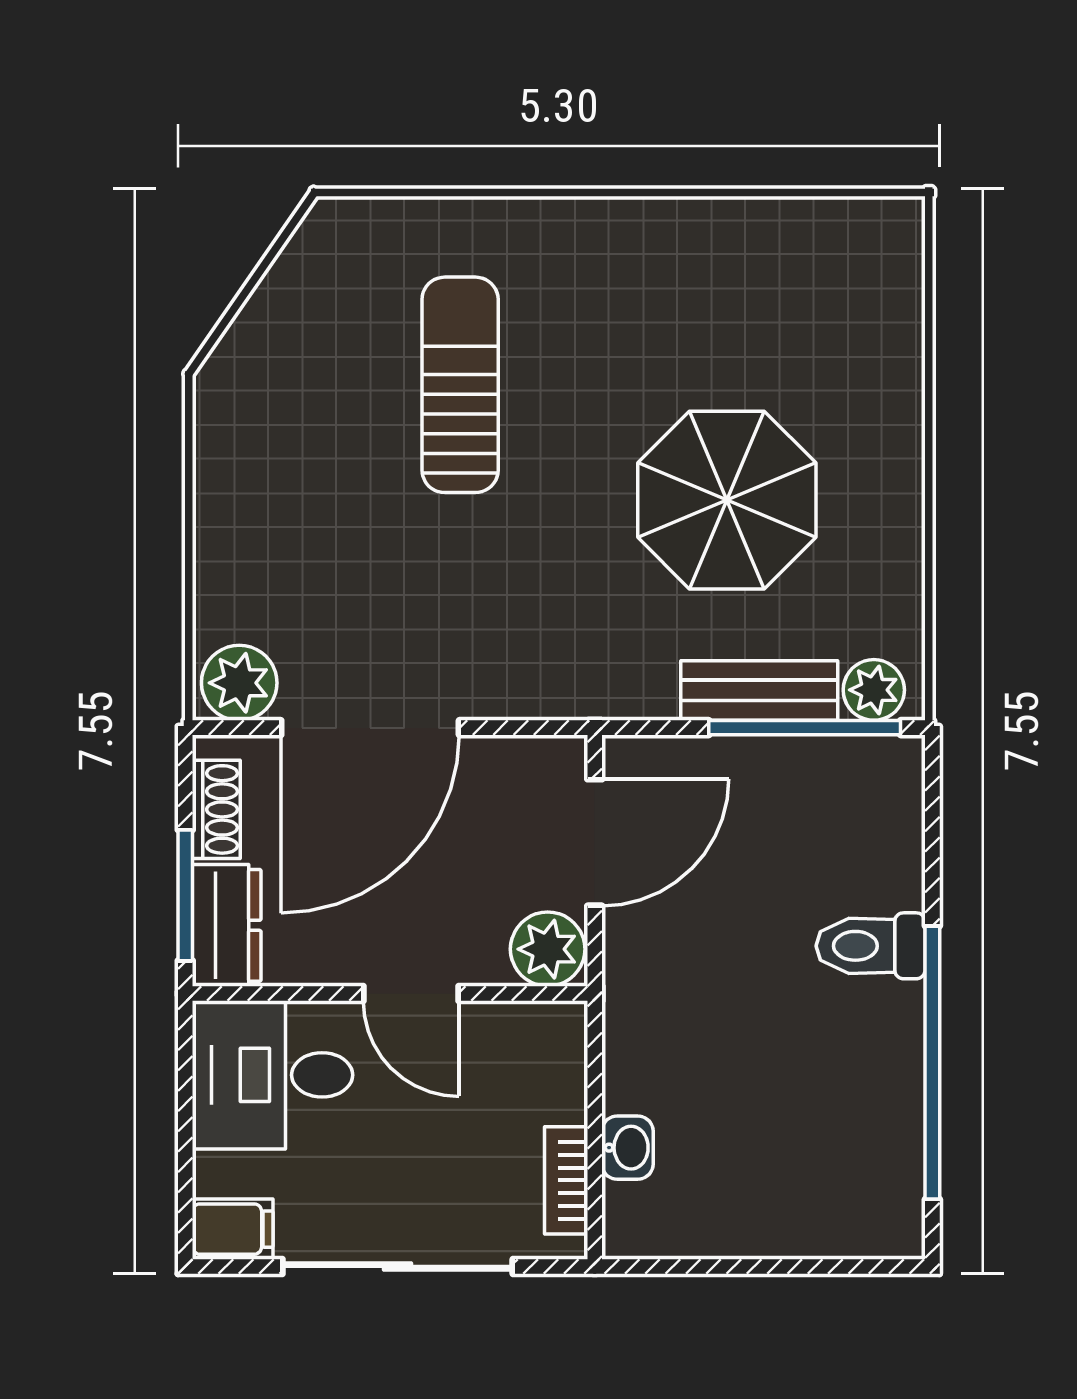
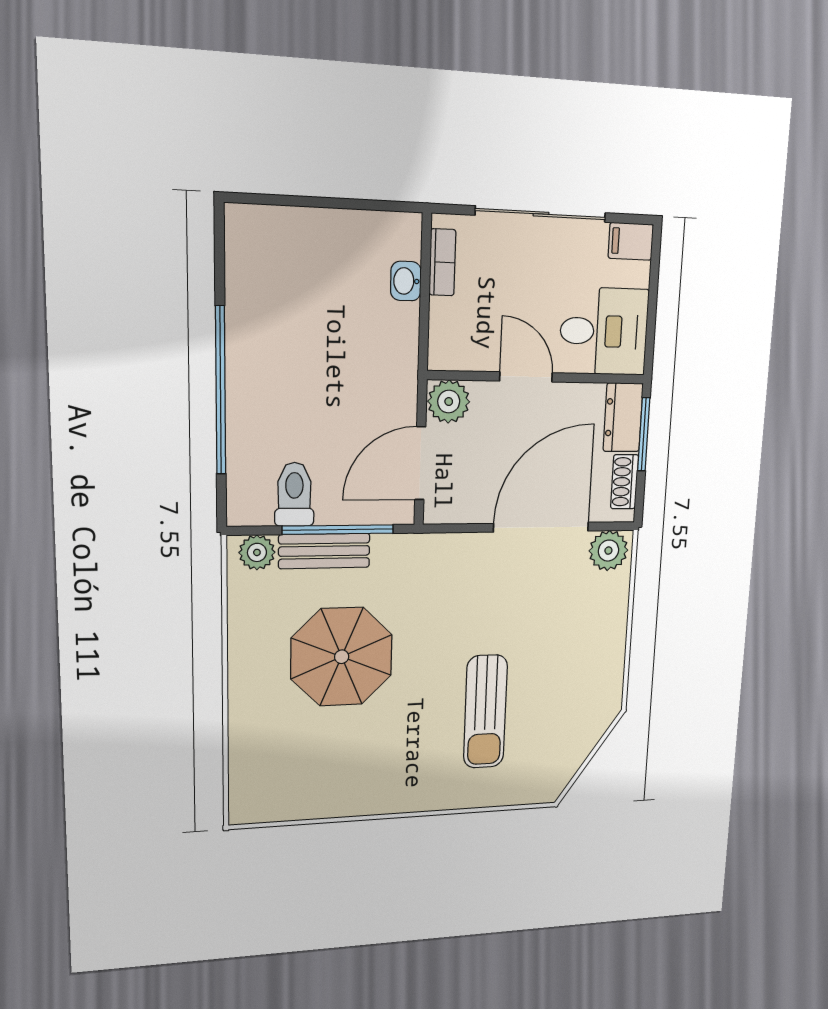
window: (805, 728) -> (338, 530), moved
toilet: (871, 946) -> (294, 494), moved, turned -90
window: (932, 1063) -> (221, 391), moved

